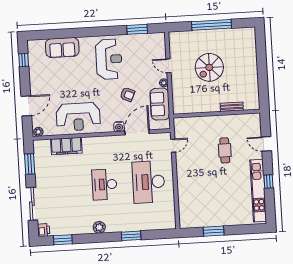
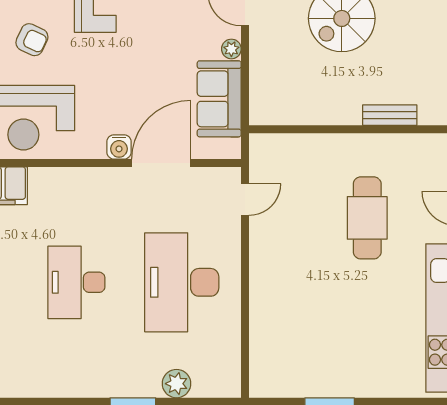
armchair: (127, 94) -> (32, 40), moved
cafe table: (225, 150) -> (367, 218), width x1.37, depth x1.35
plant: (99, 227) -> (177, 384), moved

